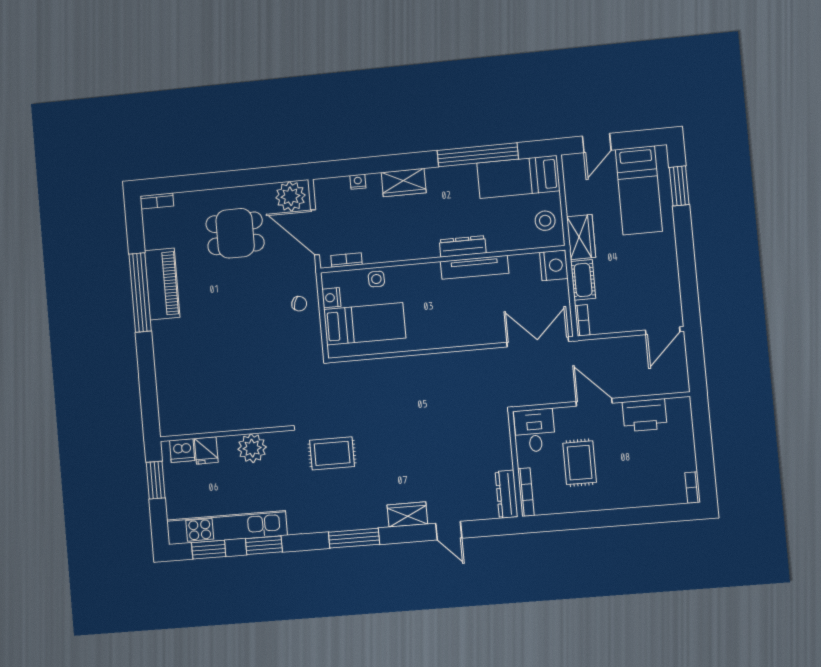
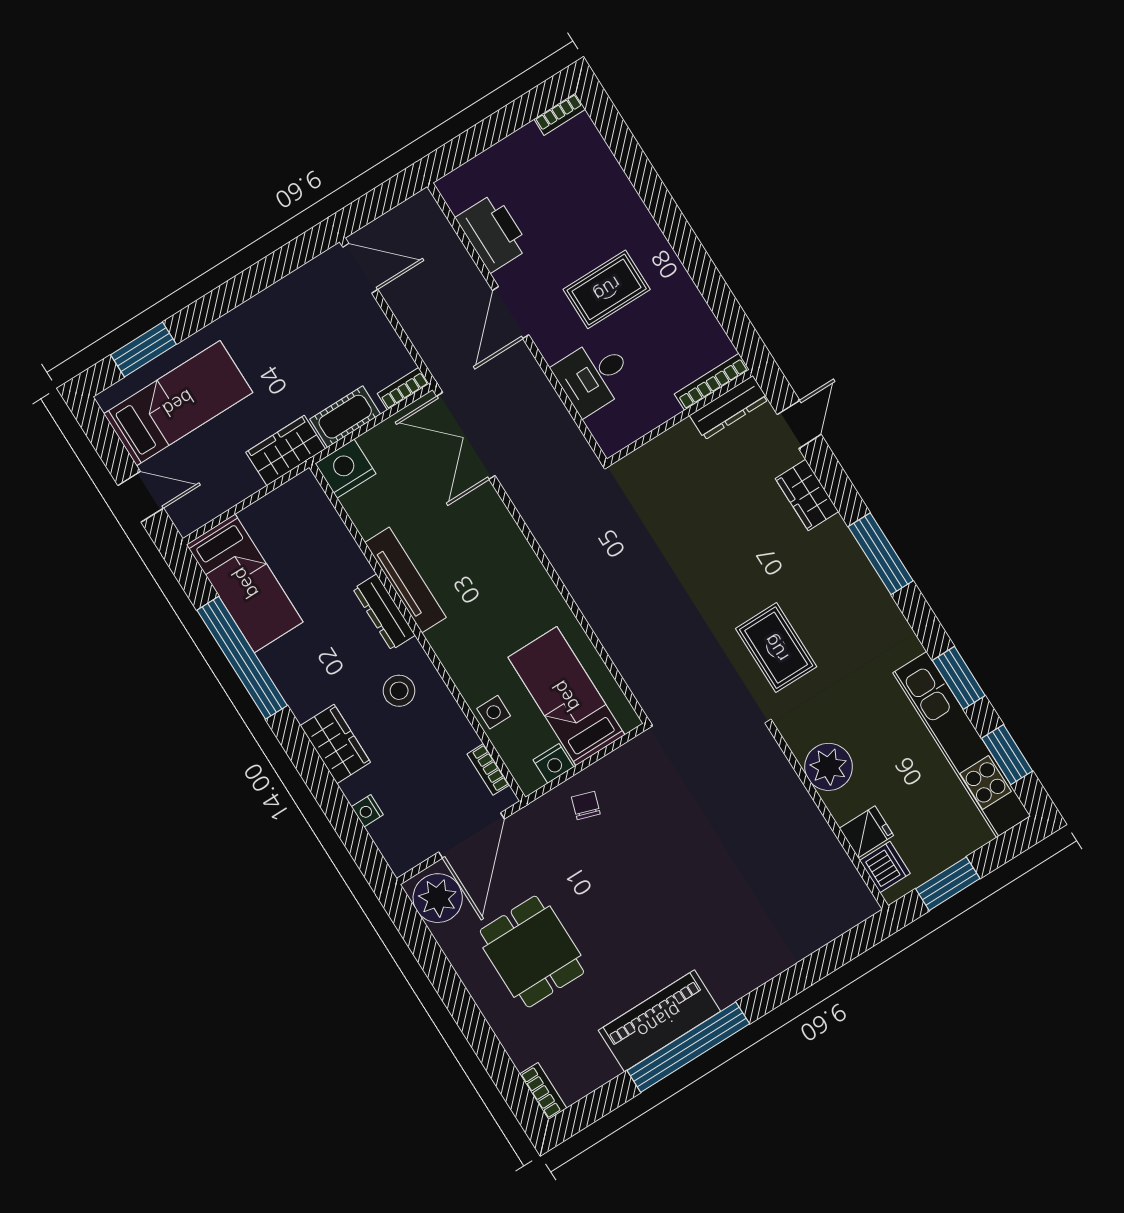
stool: (545, 221) -> (399, 691), moved
wall: (515, 464) -> (680, 417), moved
bookcase: (526, 492) -> (712, 382), moved
dresser: (507, 494) -> (729, 408), moved

